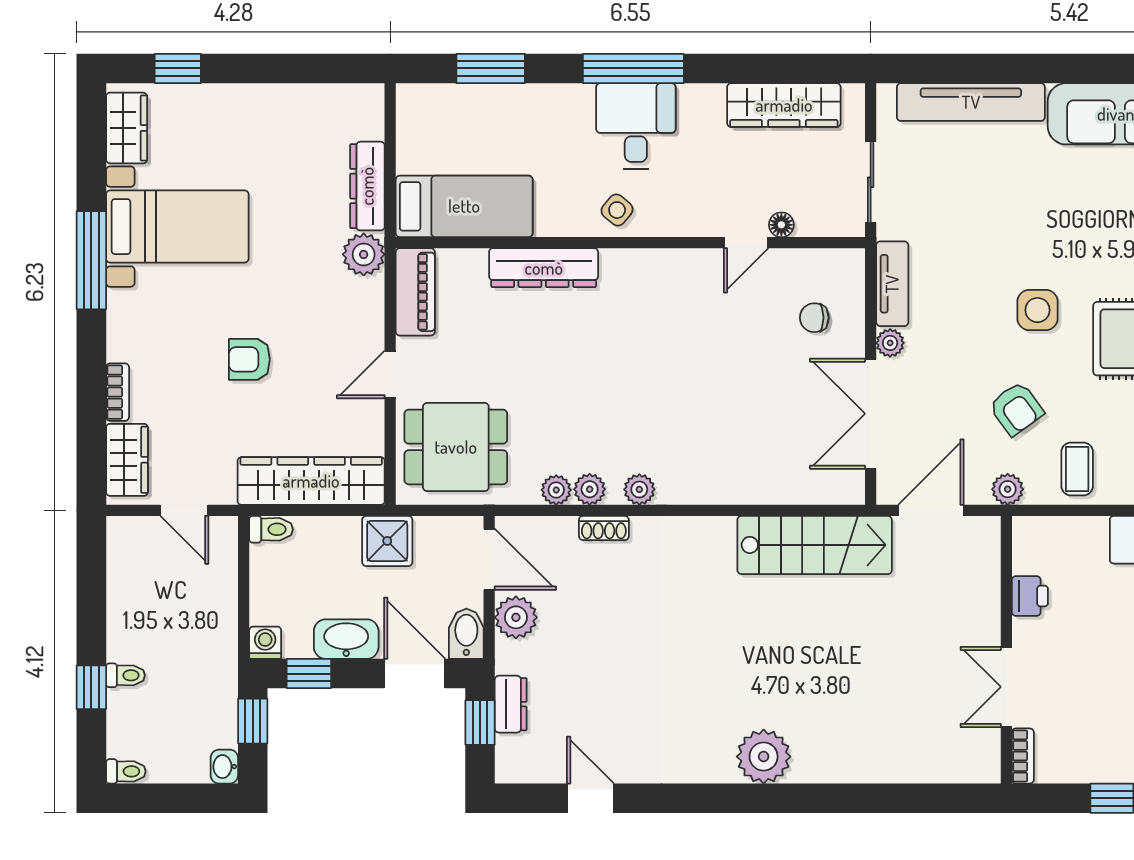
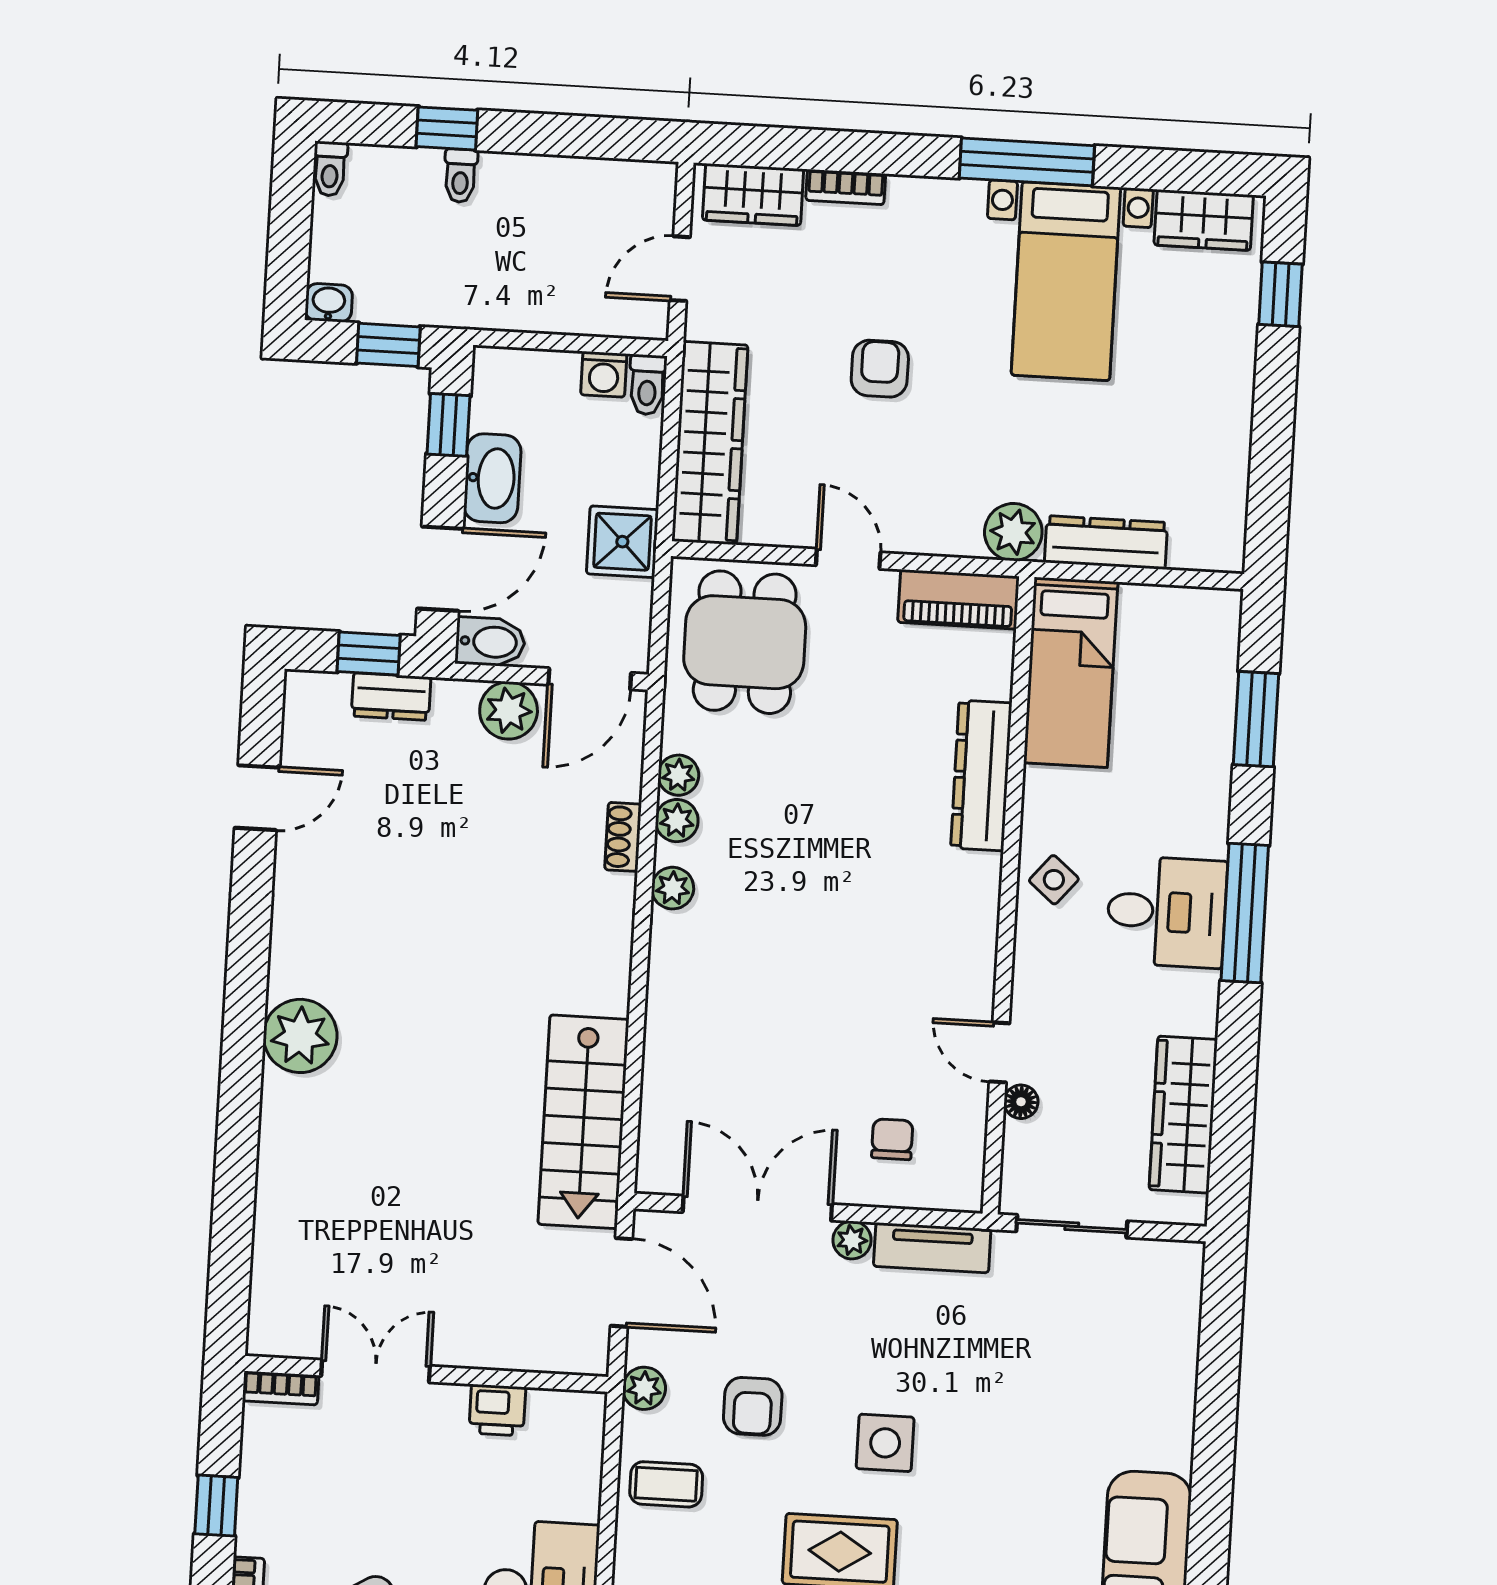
tv unit: (971, 102) -> (1173, 1369), removed
armchair: (1016, 409) -> (753, 1406), turned -54
washing machine: (265, 643) -> (604, 374), moved, turned 90

